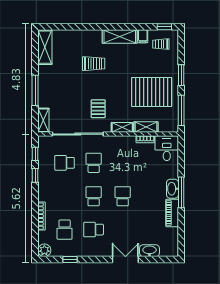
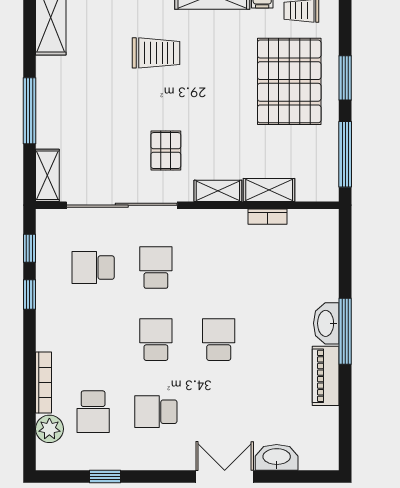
pallet: (152, 92) -> (289, 81), moved, turned 90
desk: (167, 148) -> (314, 236), removed
plant: (44, 250) -> (49, 429), moved

